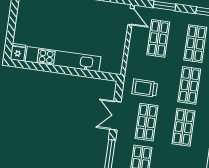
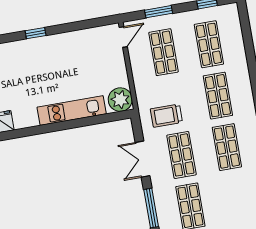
door: (131, 17) -> (123, 37), hinge flipped
kitchen unit: (63, 59) -> (72, 110), width x0.73
plant: (113, 64) -> (120, 100), added

